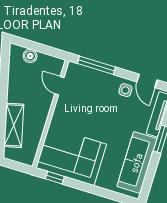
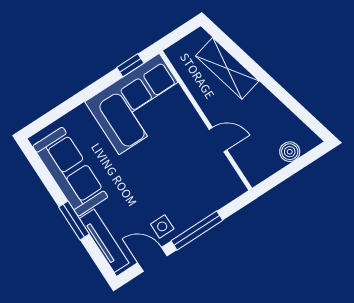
window: (96, 65) -> (197, 230), moved
door: (59, 86) -> (218, 140), moved

